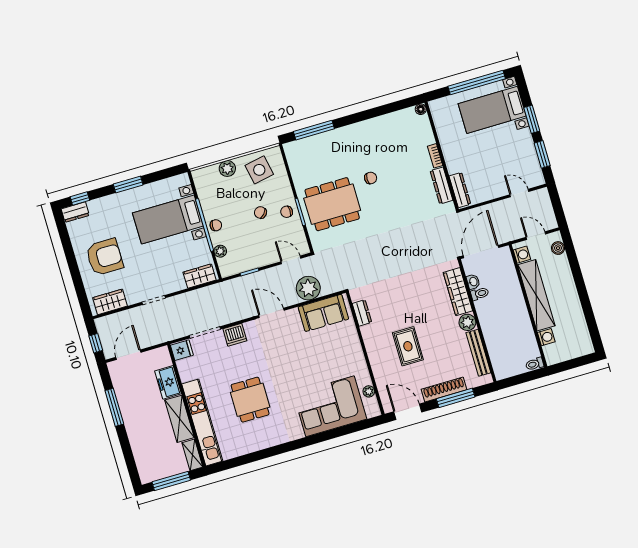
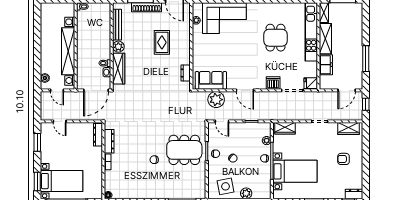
window: (532, 119) -> (37, 181), moved
armchair: (104, 257) -> (344, 159), width x0.53, depth x0.53

